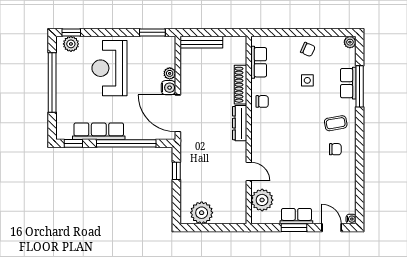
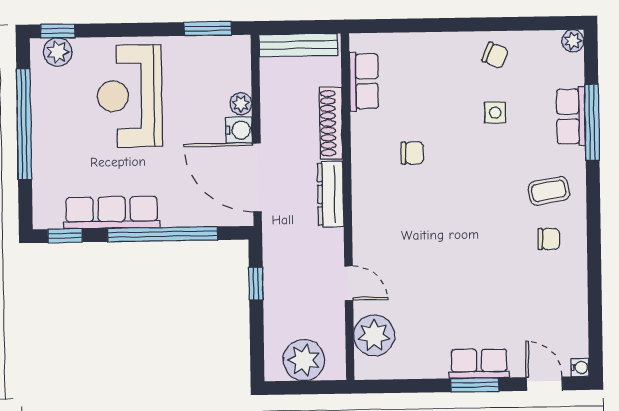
row of seats: (259, 62) -> (364, 81), moved
shoe rack: (241, 85) -> (331, 123), moved
dresser: (240, 123) -> (330, 194), moved
wall: (249, 130) -> (348, 207), moved
door: (249, 171) -> (349, 283), moved
plant: (262, 200) -> (374, 335), moved

